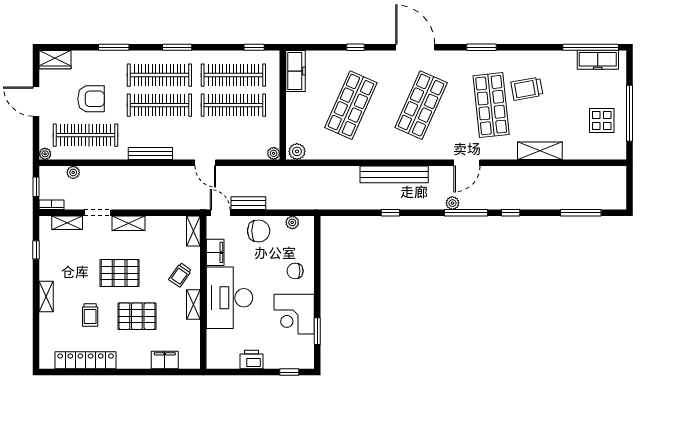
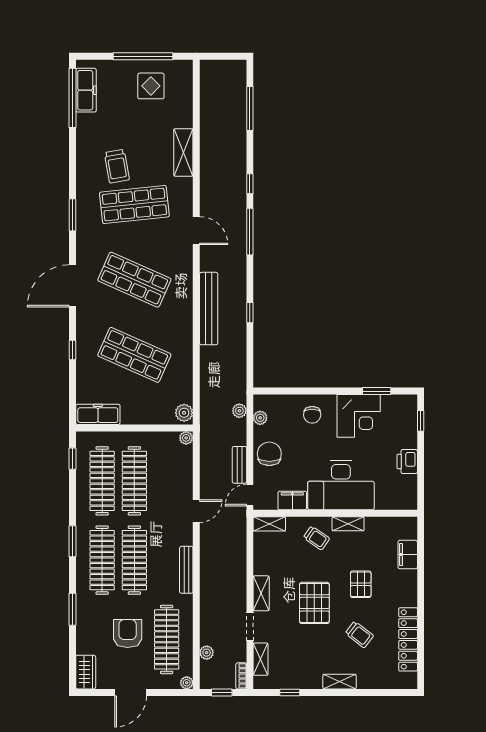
plant: (452, 203) -> (239, 411), moved
trolley: (90, 315) -> (359, 635), turned 38
pallet: (137, 316) -> (361, 584), width x0.67, depth x0.71

